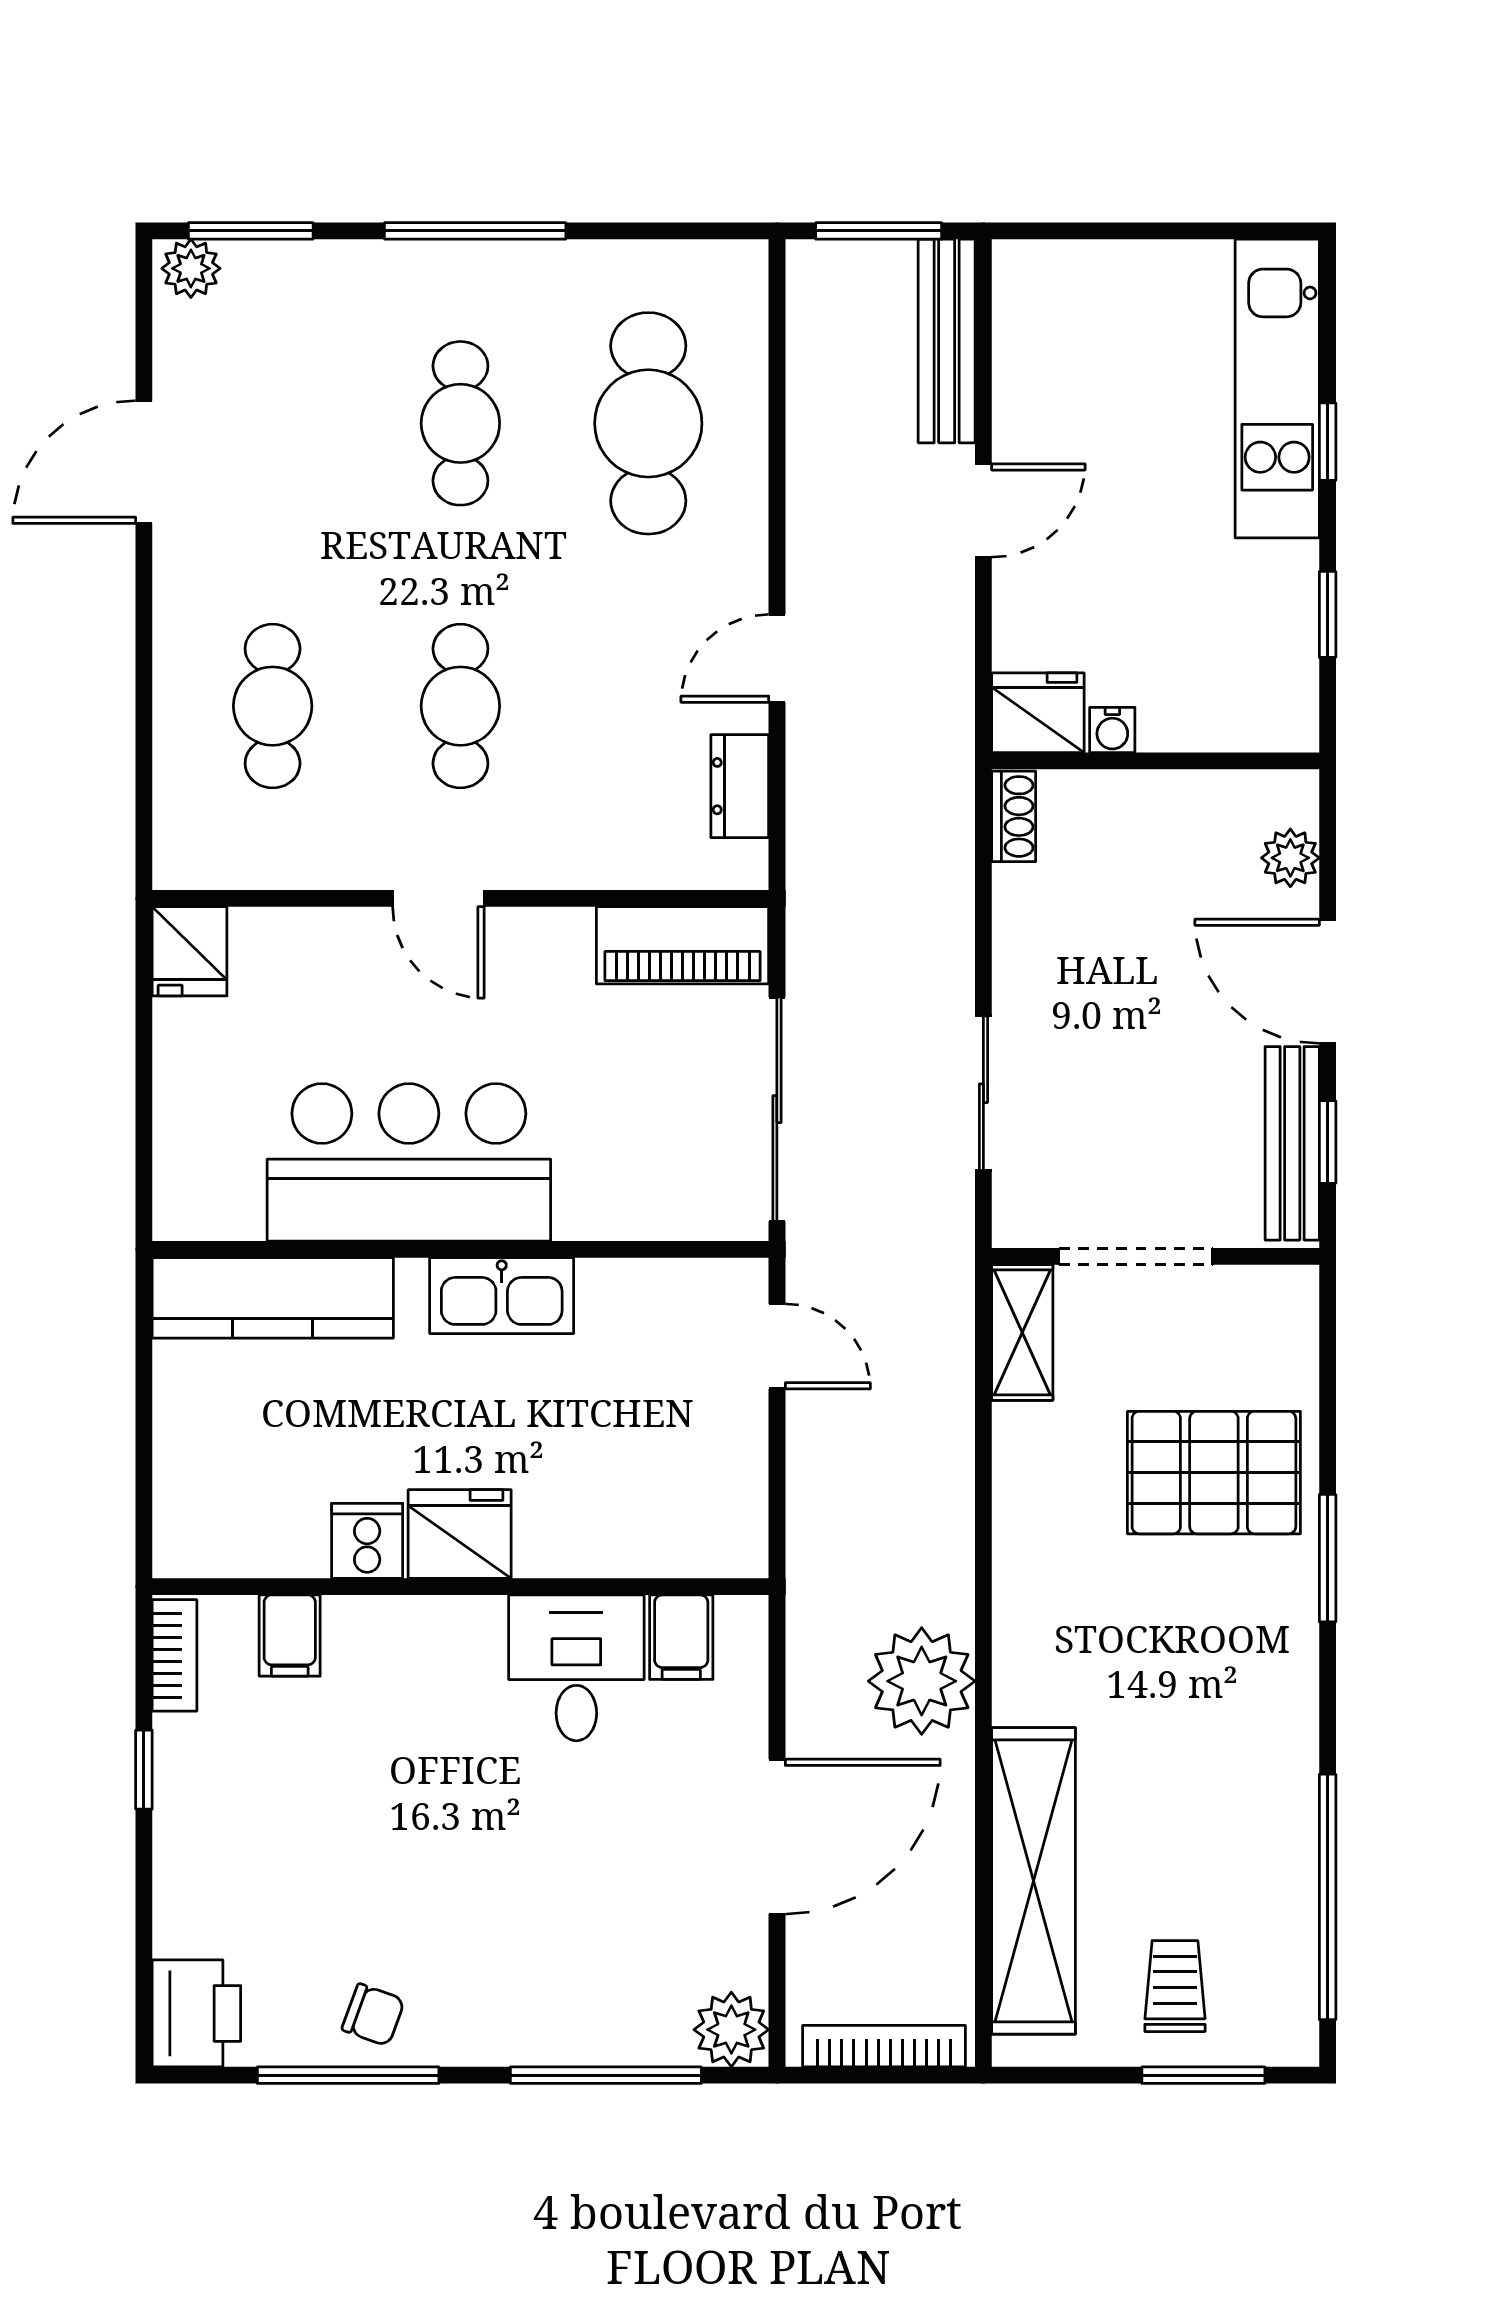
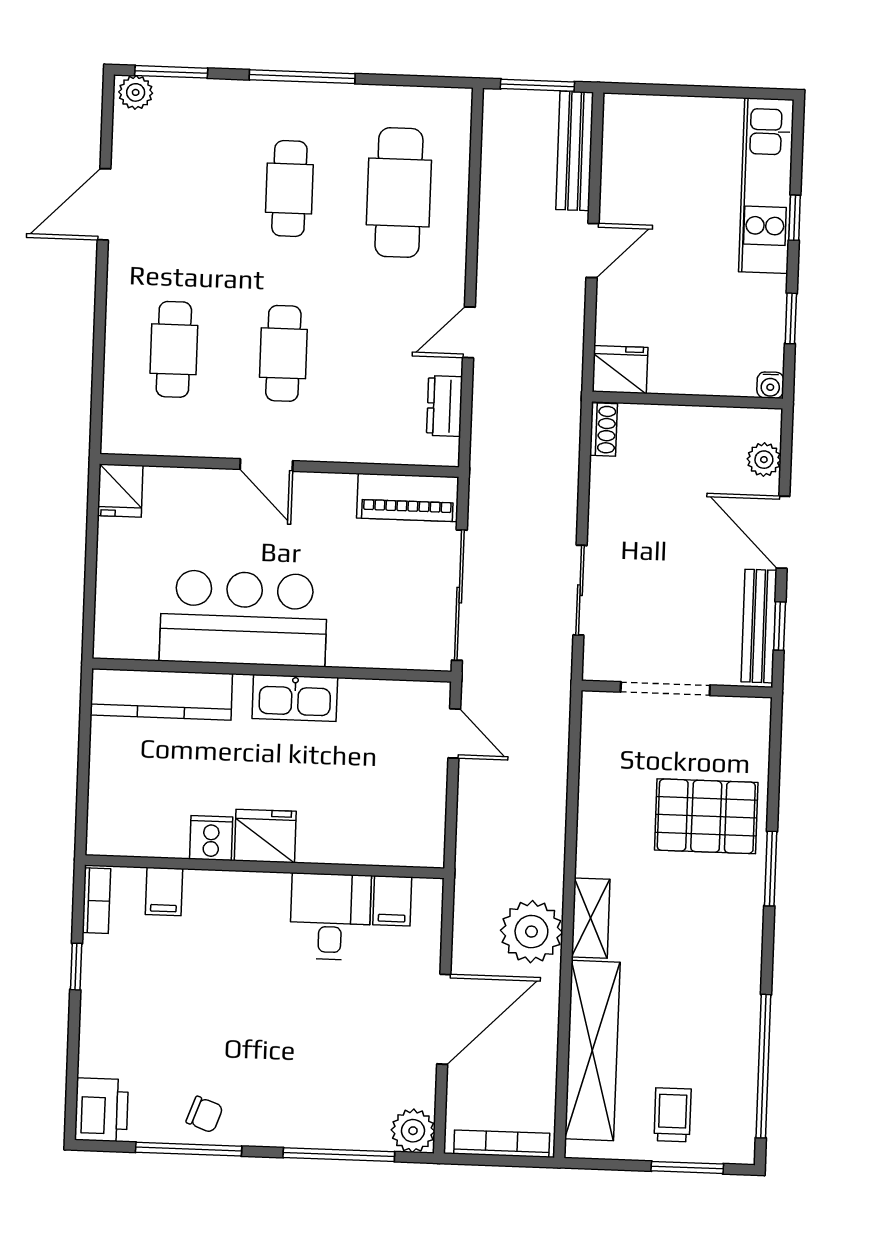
water cooler: (1112, 730) -> (770, 385), moved
shelving: (1022, 1332) -> (591, 918), moved

